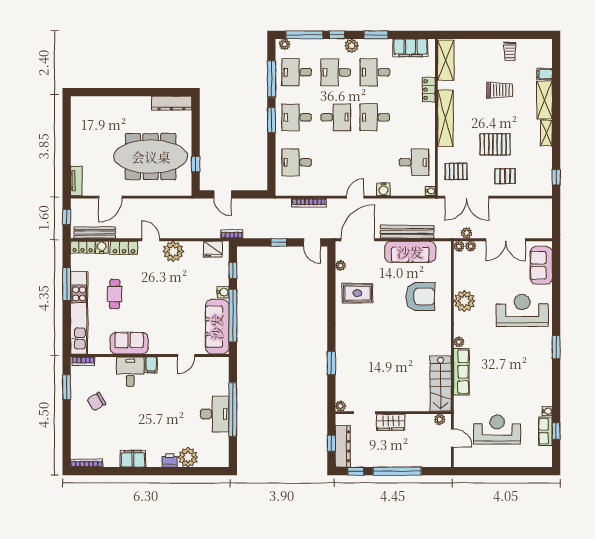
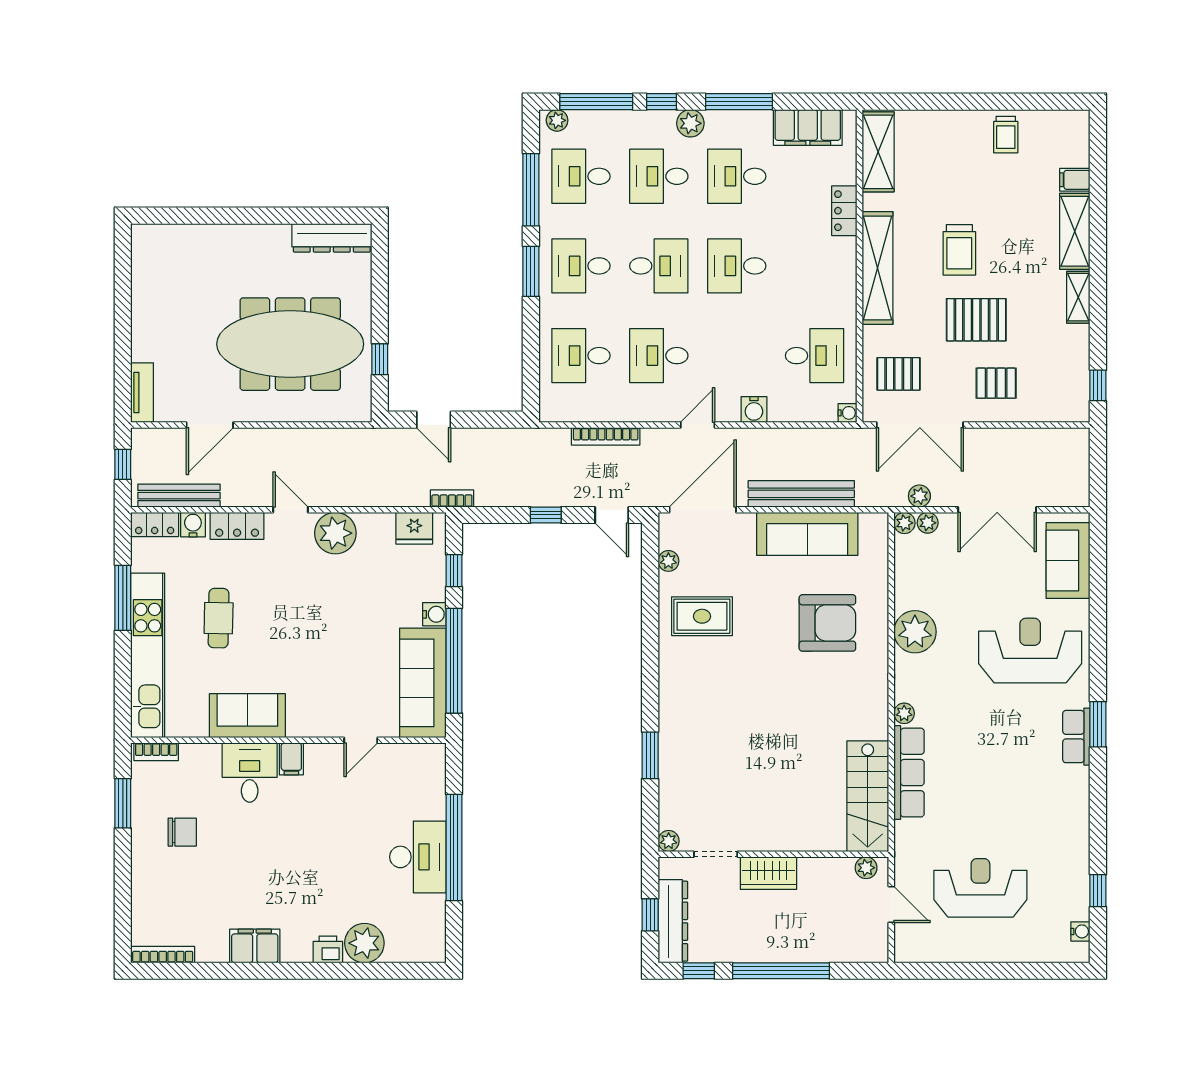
window: (376, 35) -> (739, 102), width x1.44
trolley: (500, 90) -> (959, 250), moved, turned 90
desk: (336, 162) -> (659, 356), added
chair: (96, 402) -> (182, 832), turned -150
water cooler: (547, 411) -> (1080, 931), moved
row of seats: (545, 431) -> (1076, 737), moved

